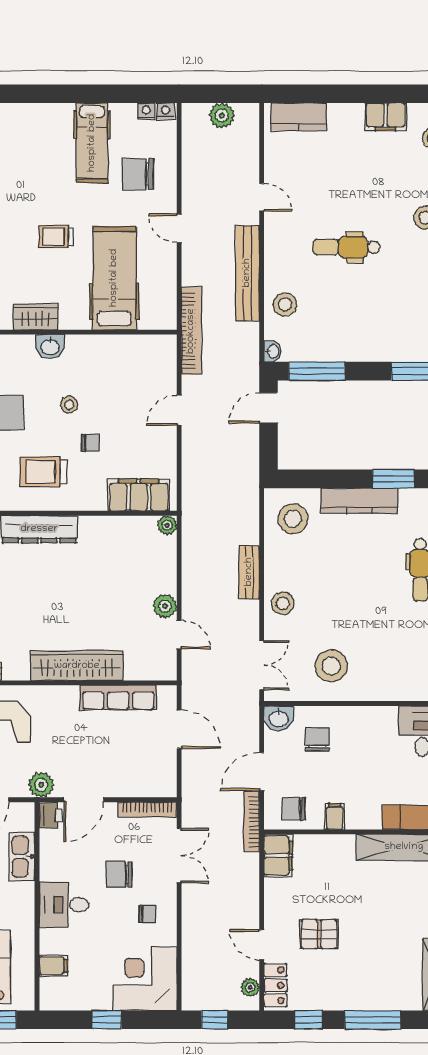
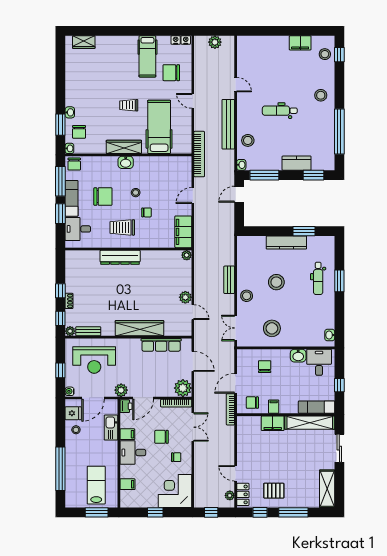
kitchen counter: (299, 117) -> (297, 163), moved, turned 180
wardrobe: (36, 317) -> (124, 147), width x1.50
filing cabinet: (139, 495) -> (183, 232), moved, turned -90
stool: (293, 519) -> (276, 282), moved
double door: (262, 665) -> (236, 328), swing flipped
washbasin: (279, 718) -> (298, 356), moved
plant: (160, 781) -> (183, 388), added
filing cabinet: (278, 856) -> (273, 423), moved, turned 90
filing cabinet: (53, 869) -> (127, 434), added
pallet: (319, 934) -> (274, 491), moved

